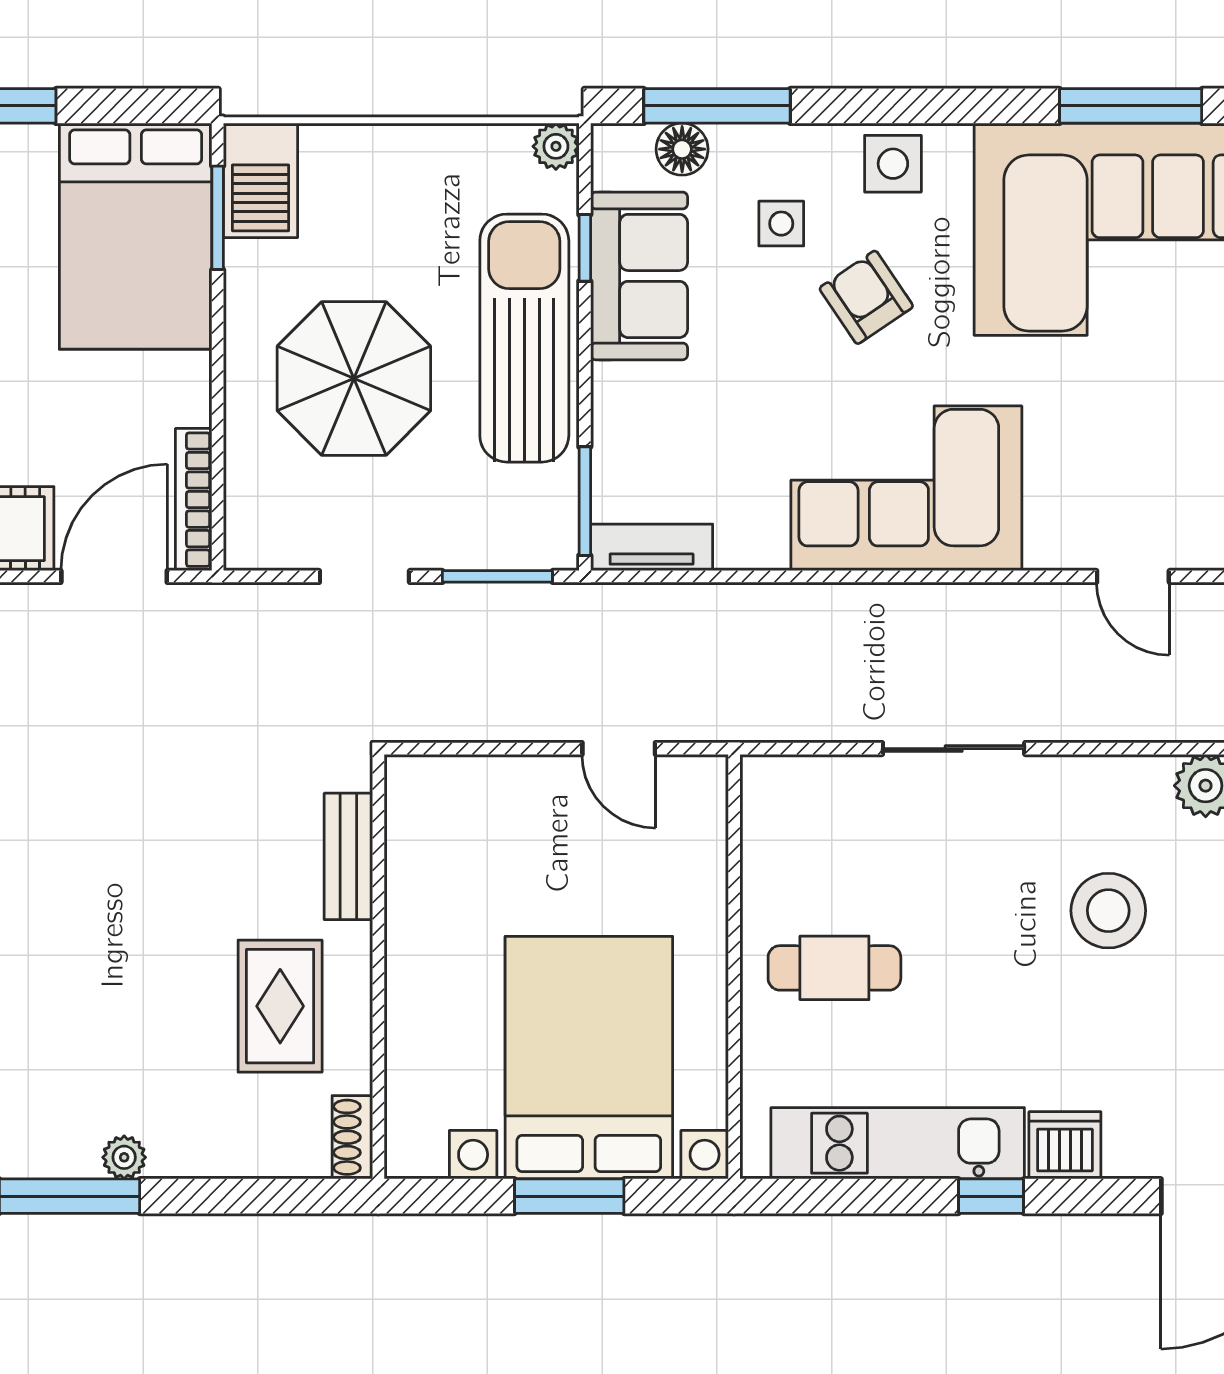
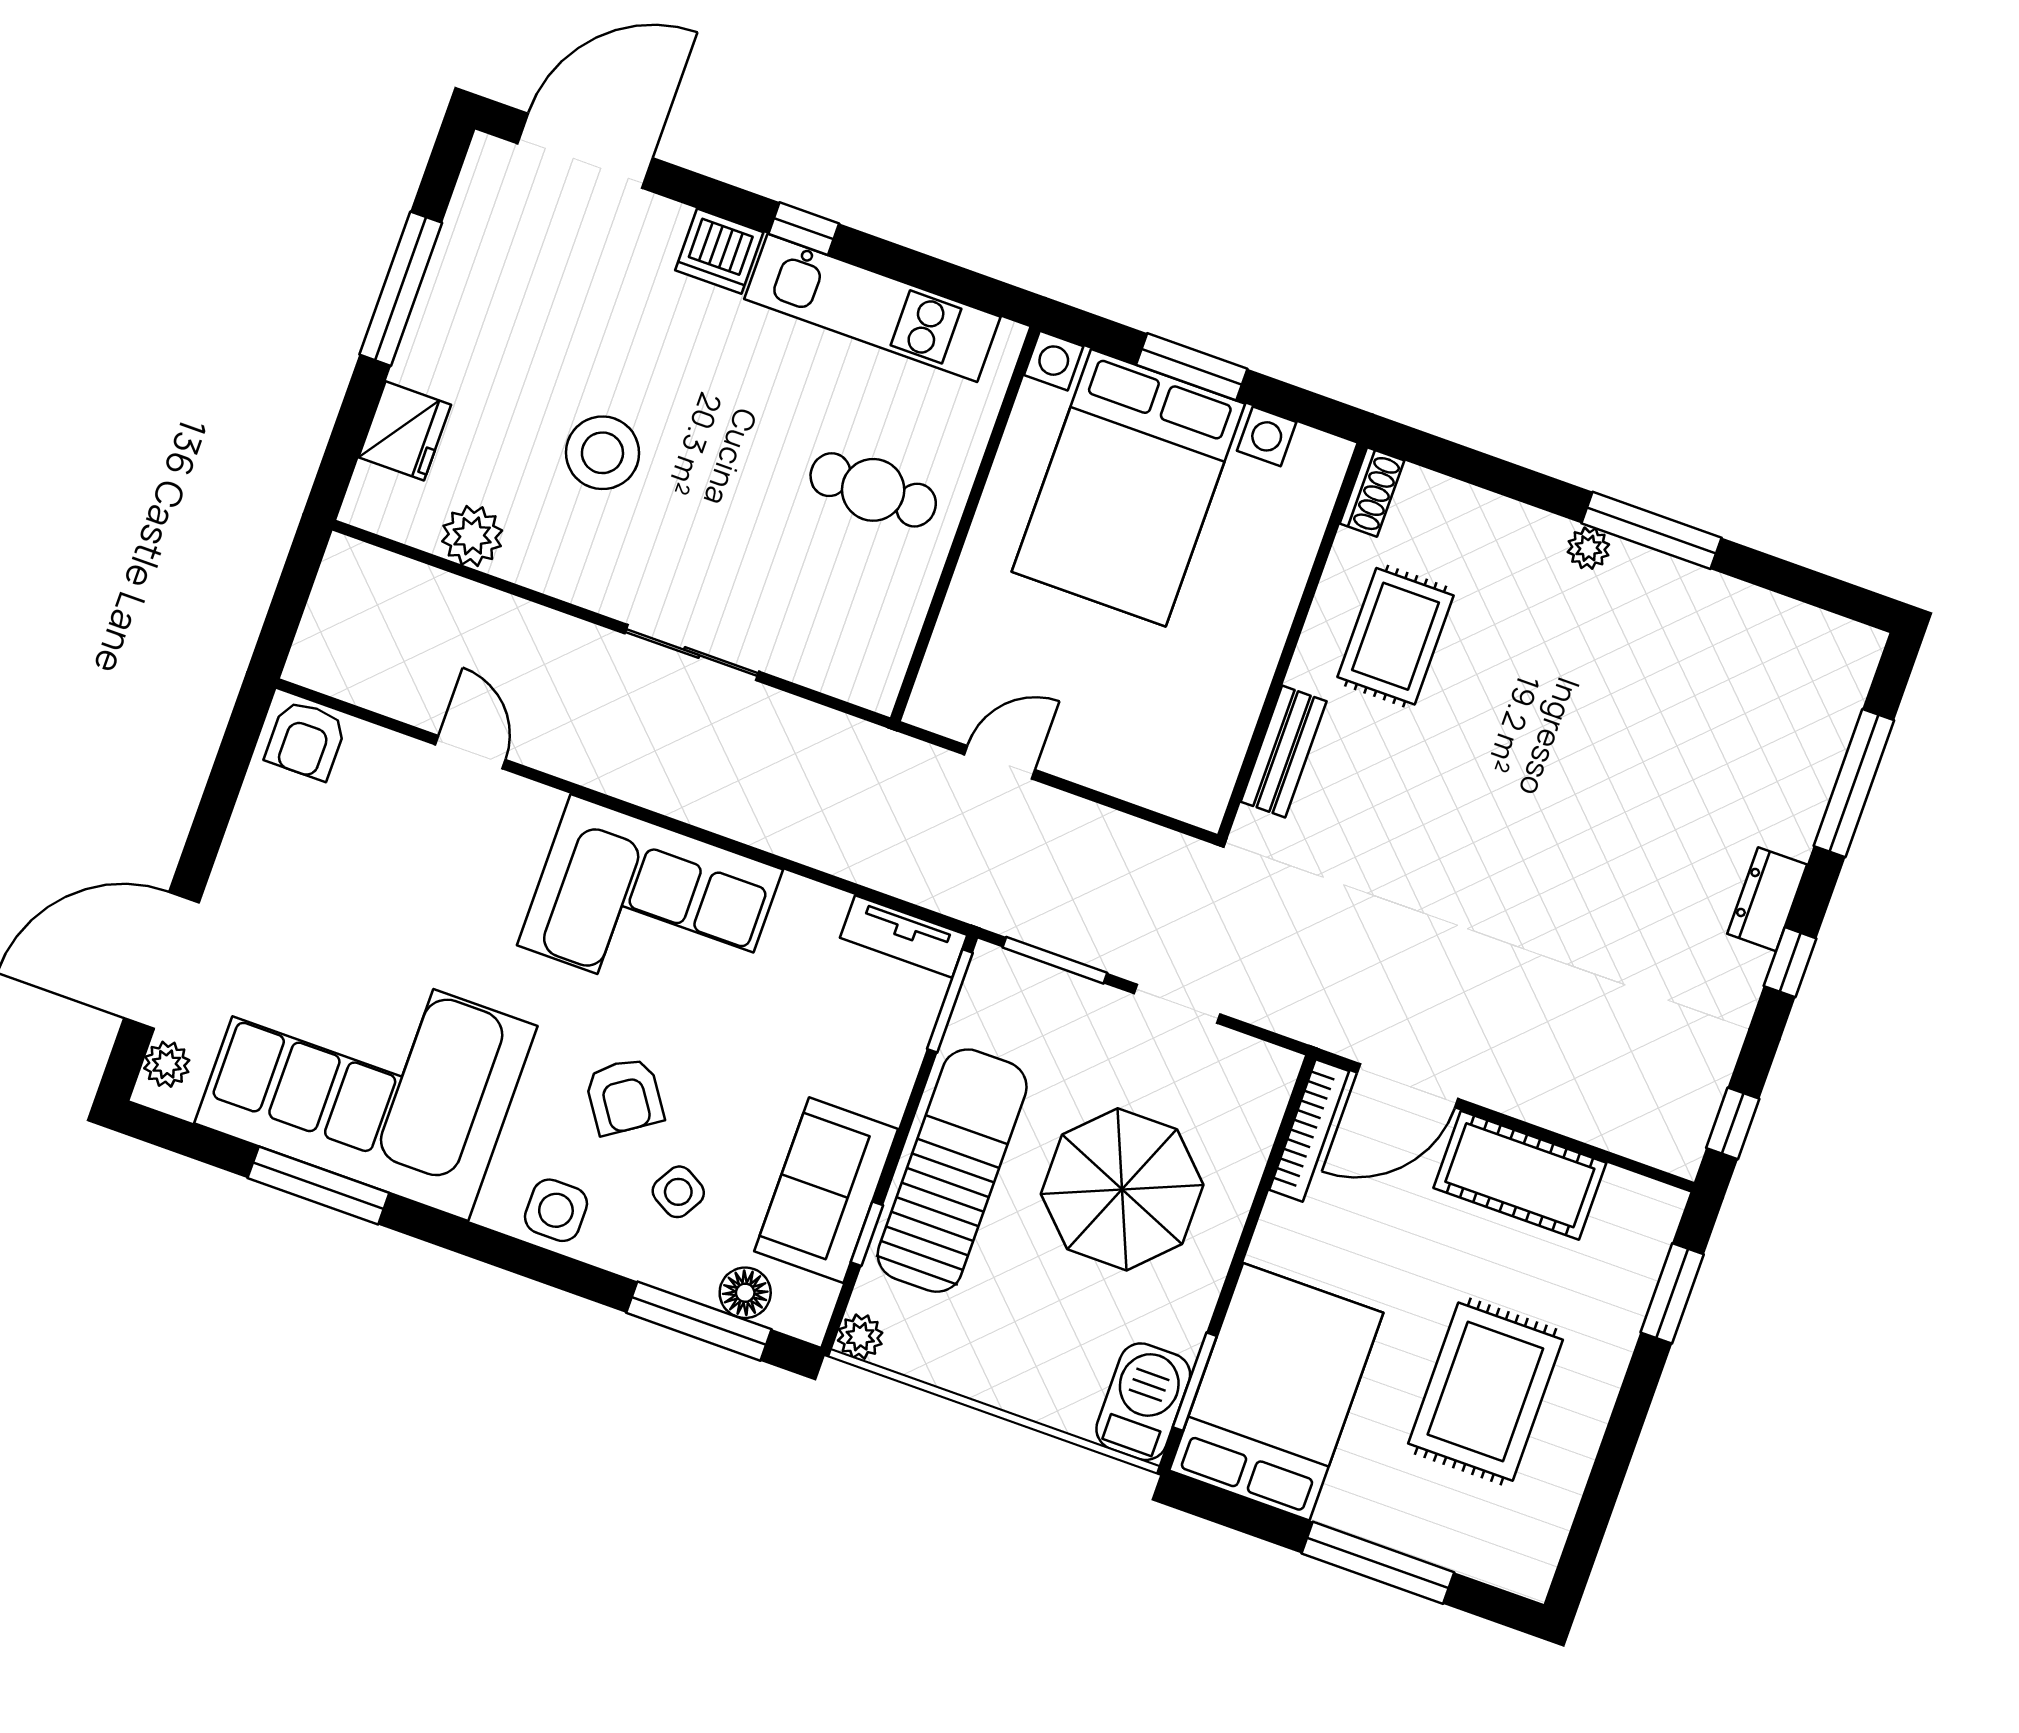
side table: (781, 224) -> (678, 1192), turned 30
sun lounger: (524, 338) -> (952, 1171), turned 180
door: (619, 749) -> (1000, 762), hinge flipped

